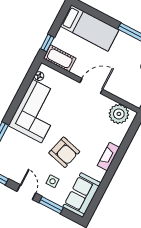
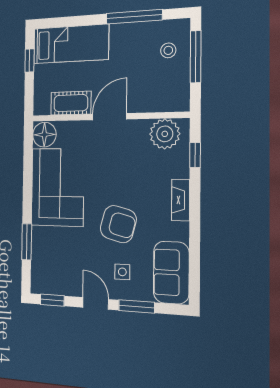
window: (47, 43) -> (30, 61), moved
cot: (60, 58) -> (71, 103), moved
floor lamp: (39, 76) -> (44, 135), width x1.89, depth x1.89
window: (130, 135) -> (195, 155), added

